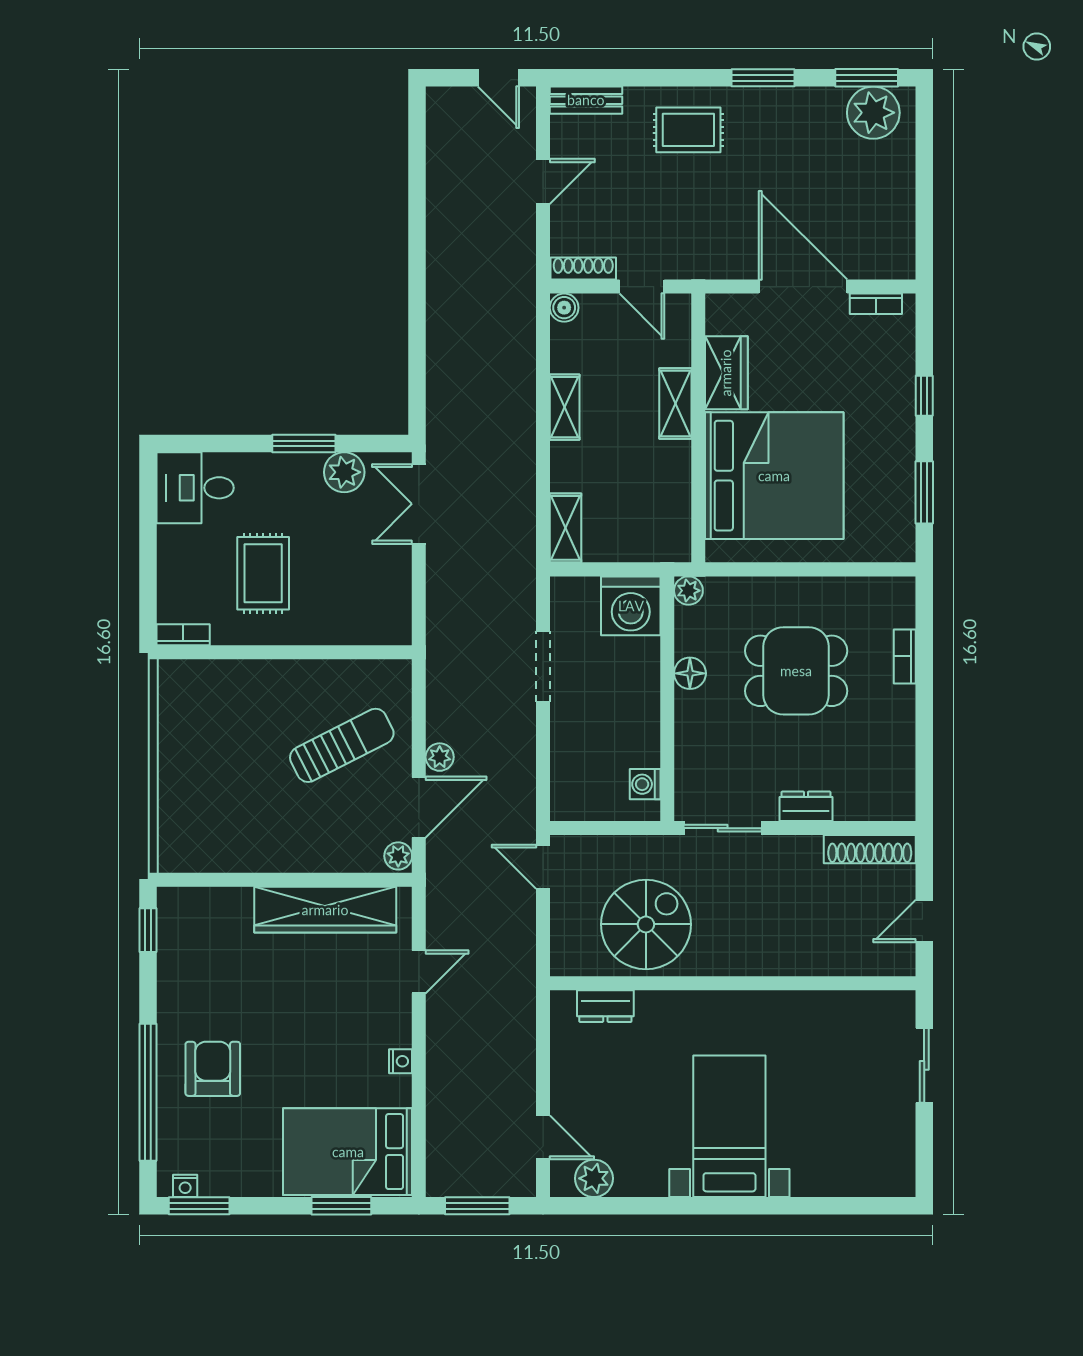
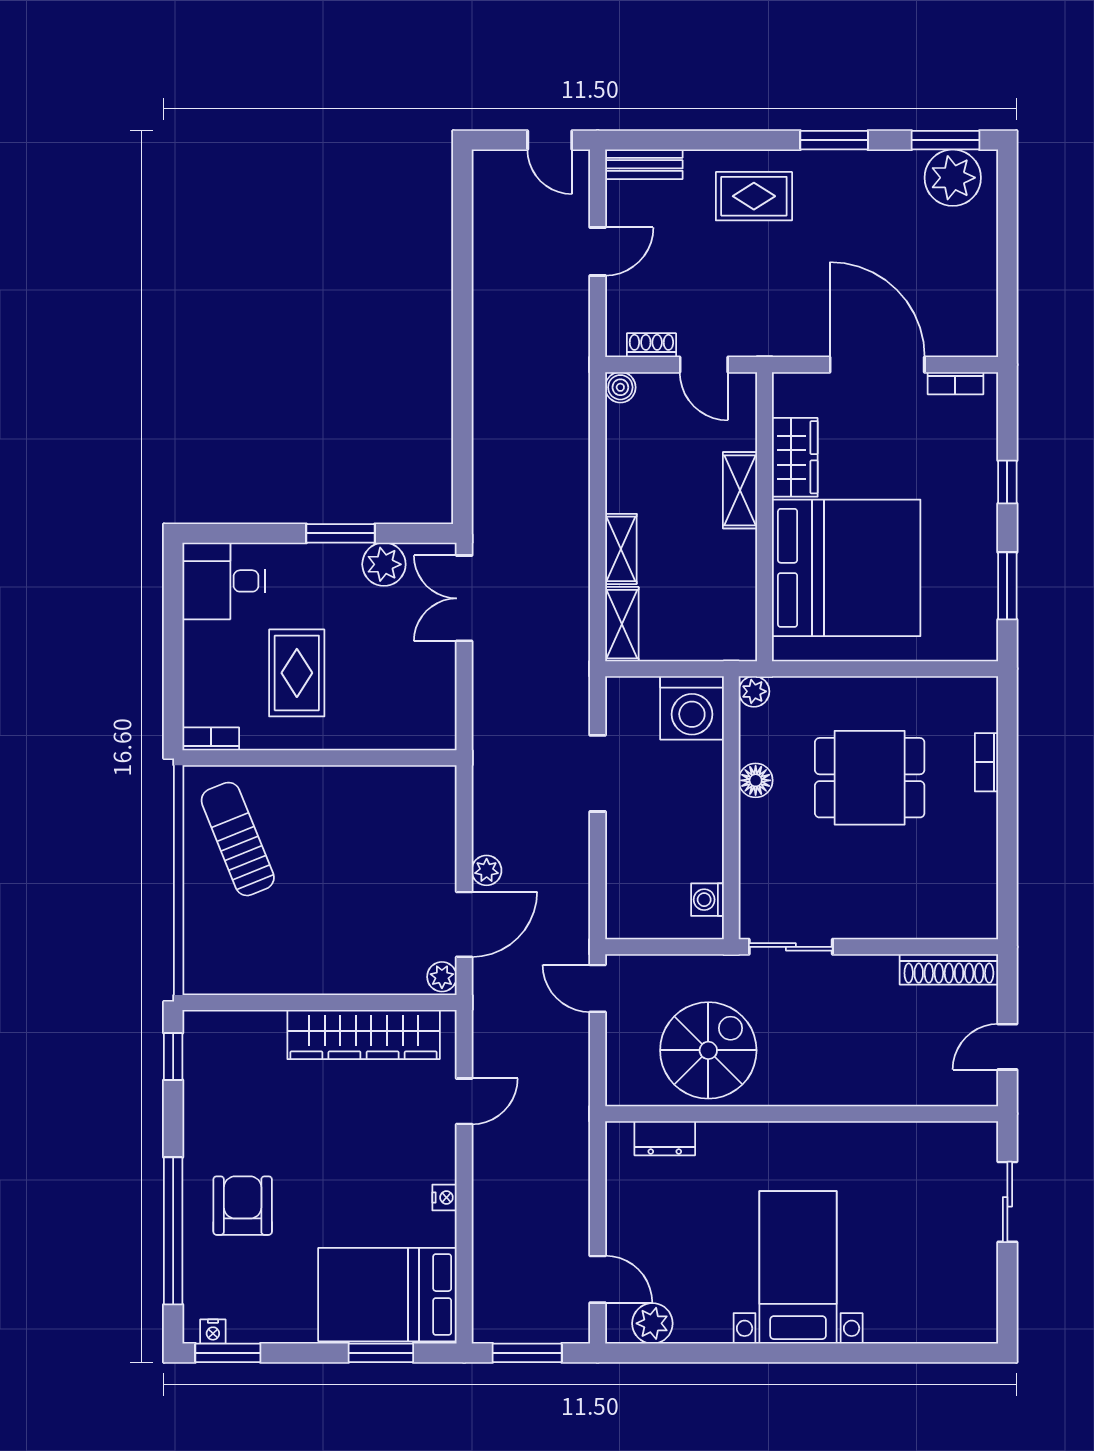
shoe rack: (583, 268) -> (651, 345), width x0.70
shelving: (565, 407) -> (621, 549), moved
sun lounger: (342, 745) -> (238, 839), moved, turned -85
dresser: (806, 806) -> (880, 923), removed

